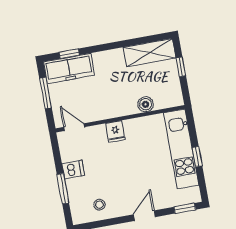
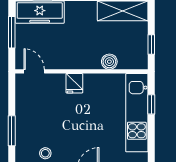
window: (181, 67) -> (151, 44), moved
window: (197, 157) -> (151, 104), moved
dishwasher: (73, 170) -> (25, 114), removed

